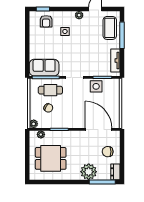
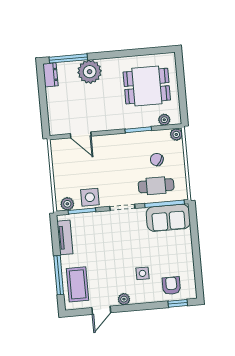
plant: (112, 83) -> (67, 204), added
door: (98, 129) -> (81, 135), width x0.53
chair: (108, 152) -> (64, 103), removed

